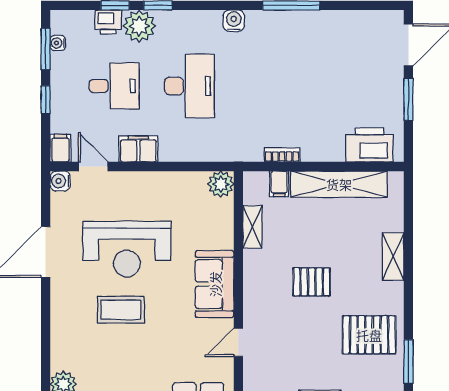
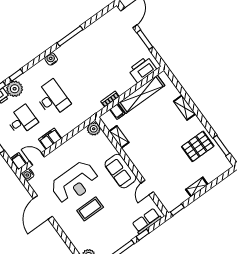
pallet: (312, 282) -> (159, 142), removed

